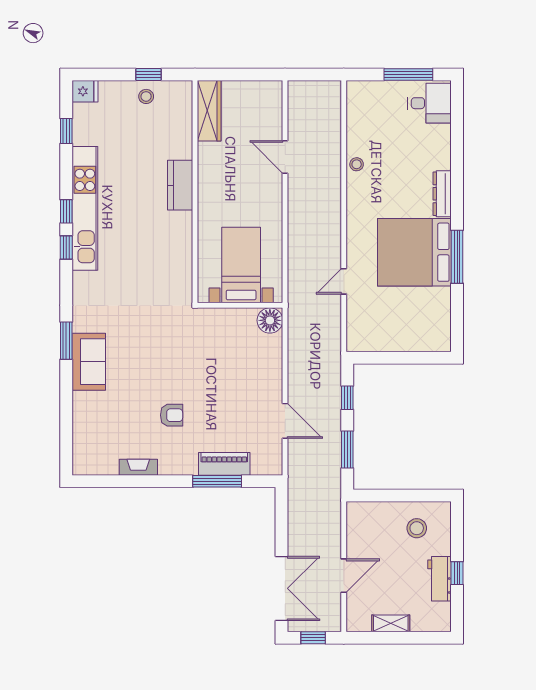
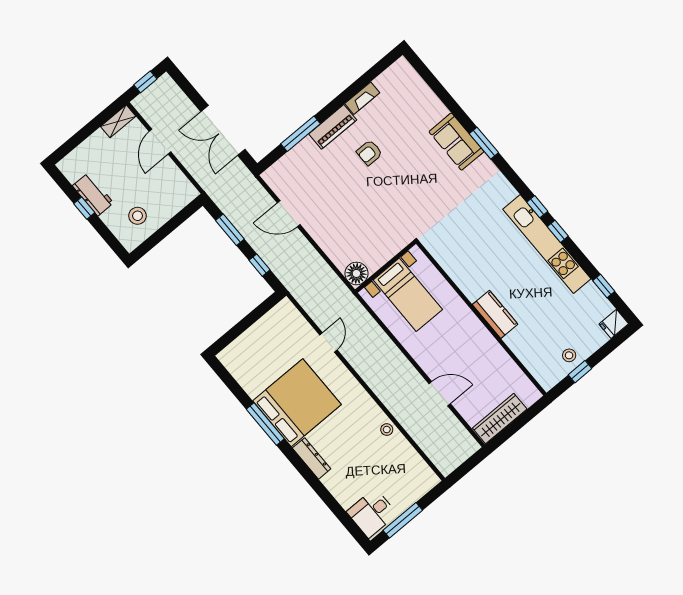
wardrobe: (209, 111) -> (500, 418), moved, turned 90
piano: (224, 464) -> (333, 127), moved
double door: (282, 588) -> (223, 130), moved
shelving: (391, 623) -> (118, 121), moved

